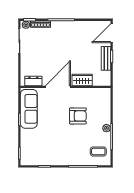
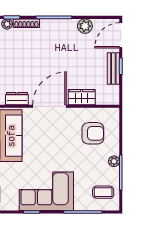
plant: (85, 26) -> (85, 26), added
armchair: (78, 116) -> (93, 133), moved
corner sofa: (56, 151) -> (46, 191), added

